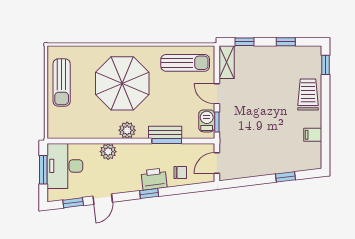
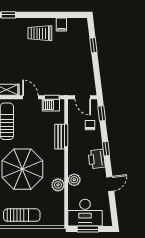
door: (217, 94) -> (30, 97), swing flipped
trolley: (308, 94) -> (40, 33), moved
plant: (127, 130) -> (58, 185), moved
printer: (154, 179) -> (97, 159), moved
door: (103, 199) -> (110, 184), hinge flipped
window: (73, 203) -> (102, 113), moved

